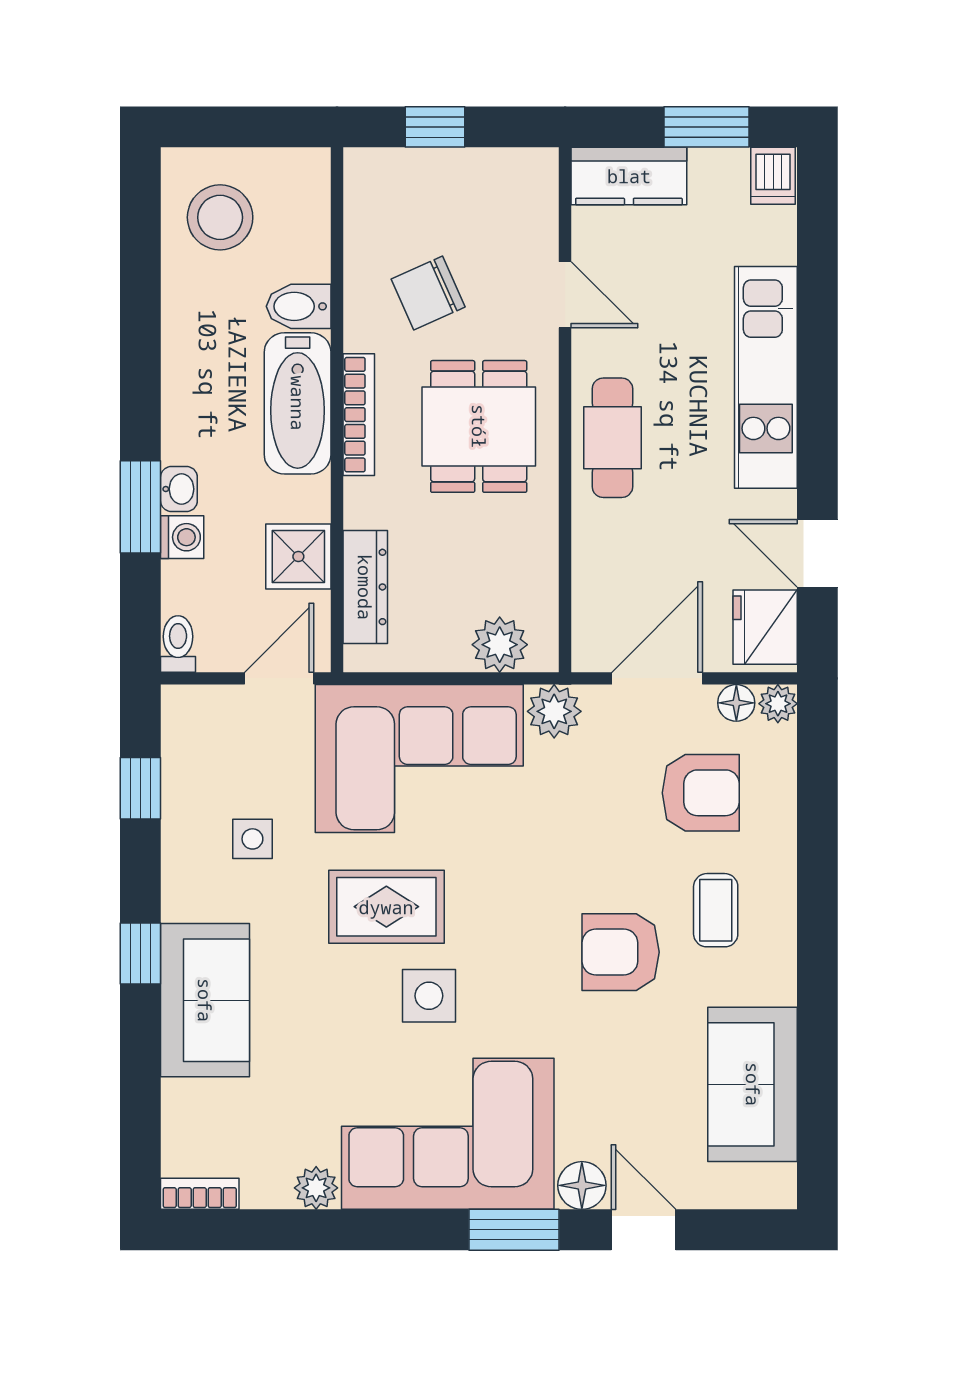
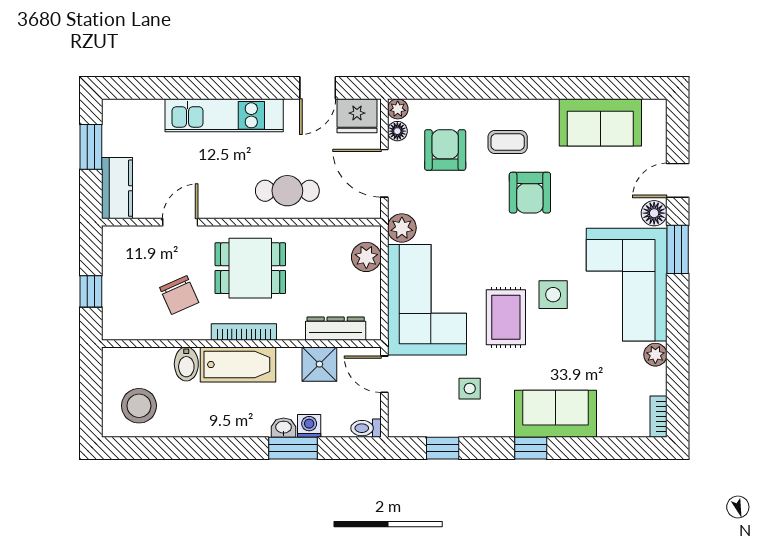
dishwasher: (773, 176) -> (117, 112), removed
cafe table: (612, 438) -> (287, 191), moved

